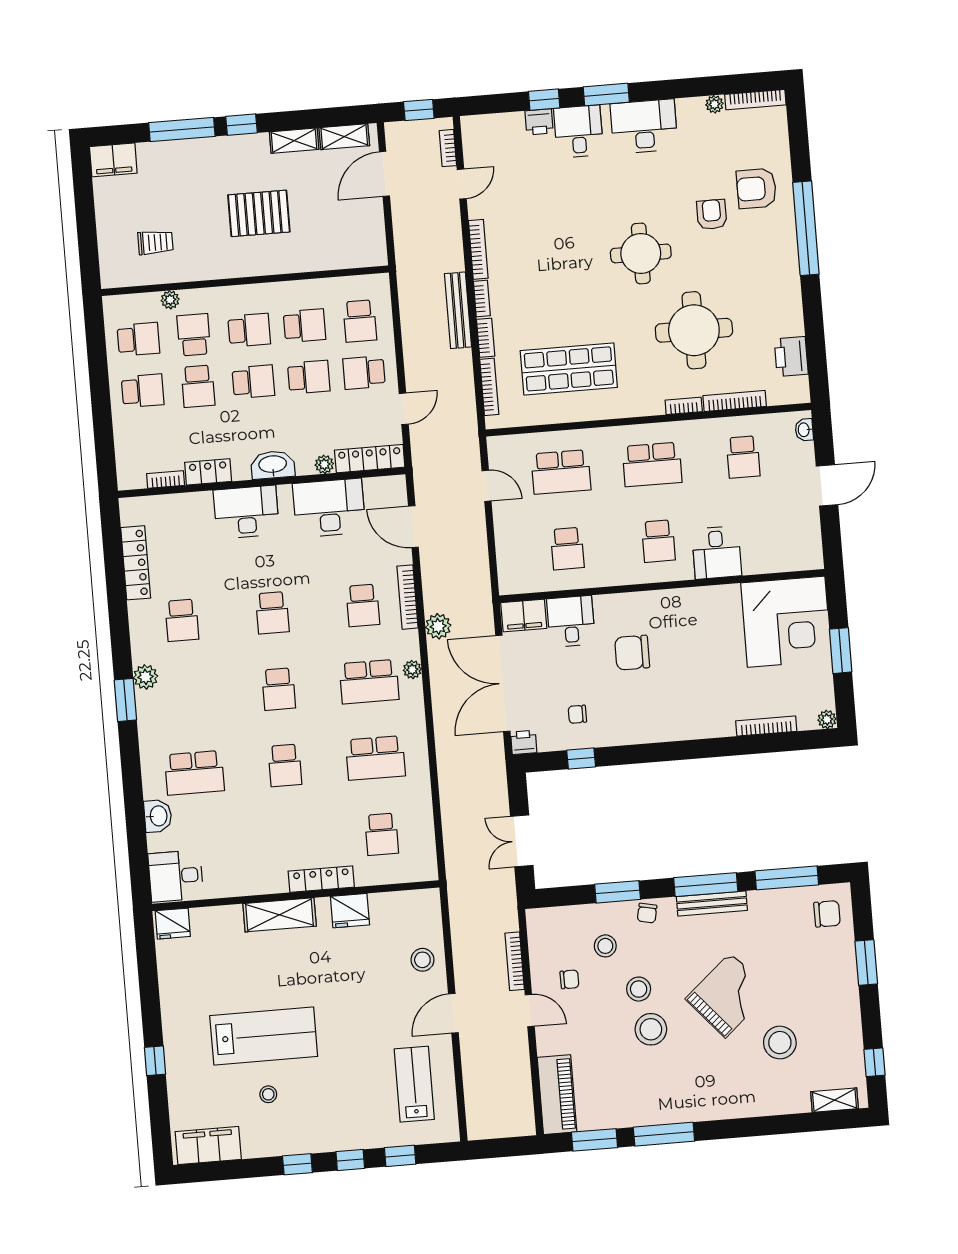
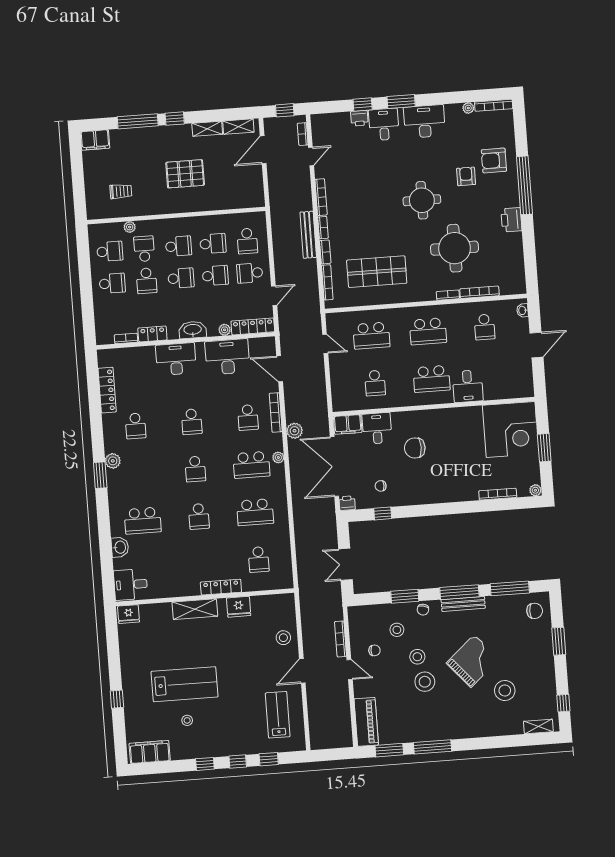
printer: (791, 357) -> (511, 220), moved
school desk: (658, 541) -> (432, 379), width x1.85

